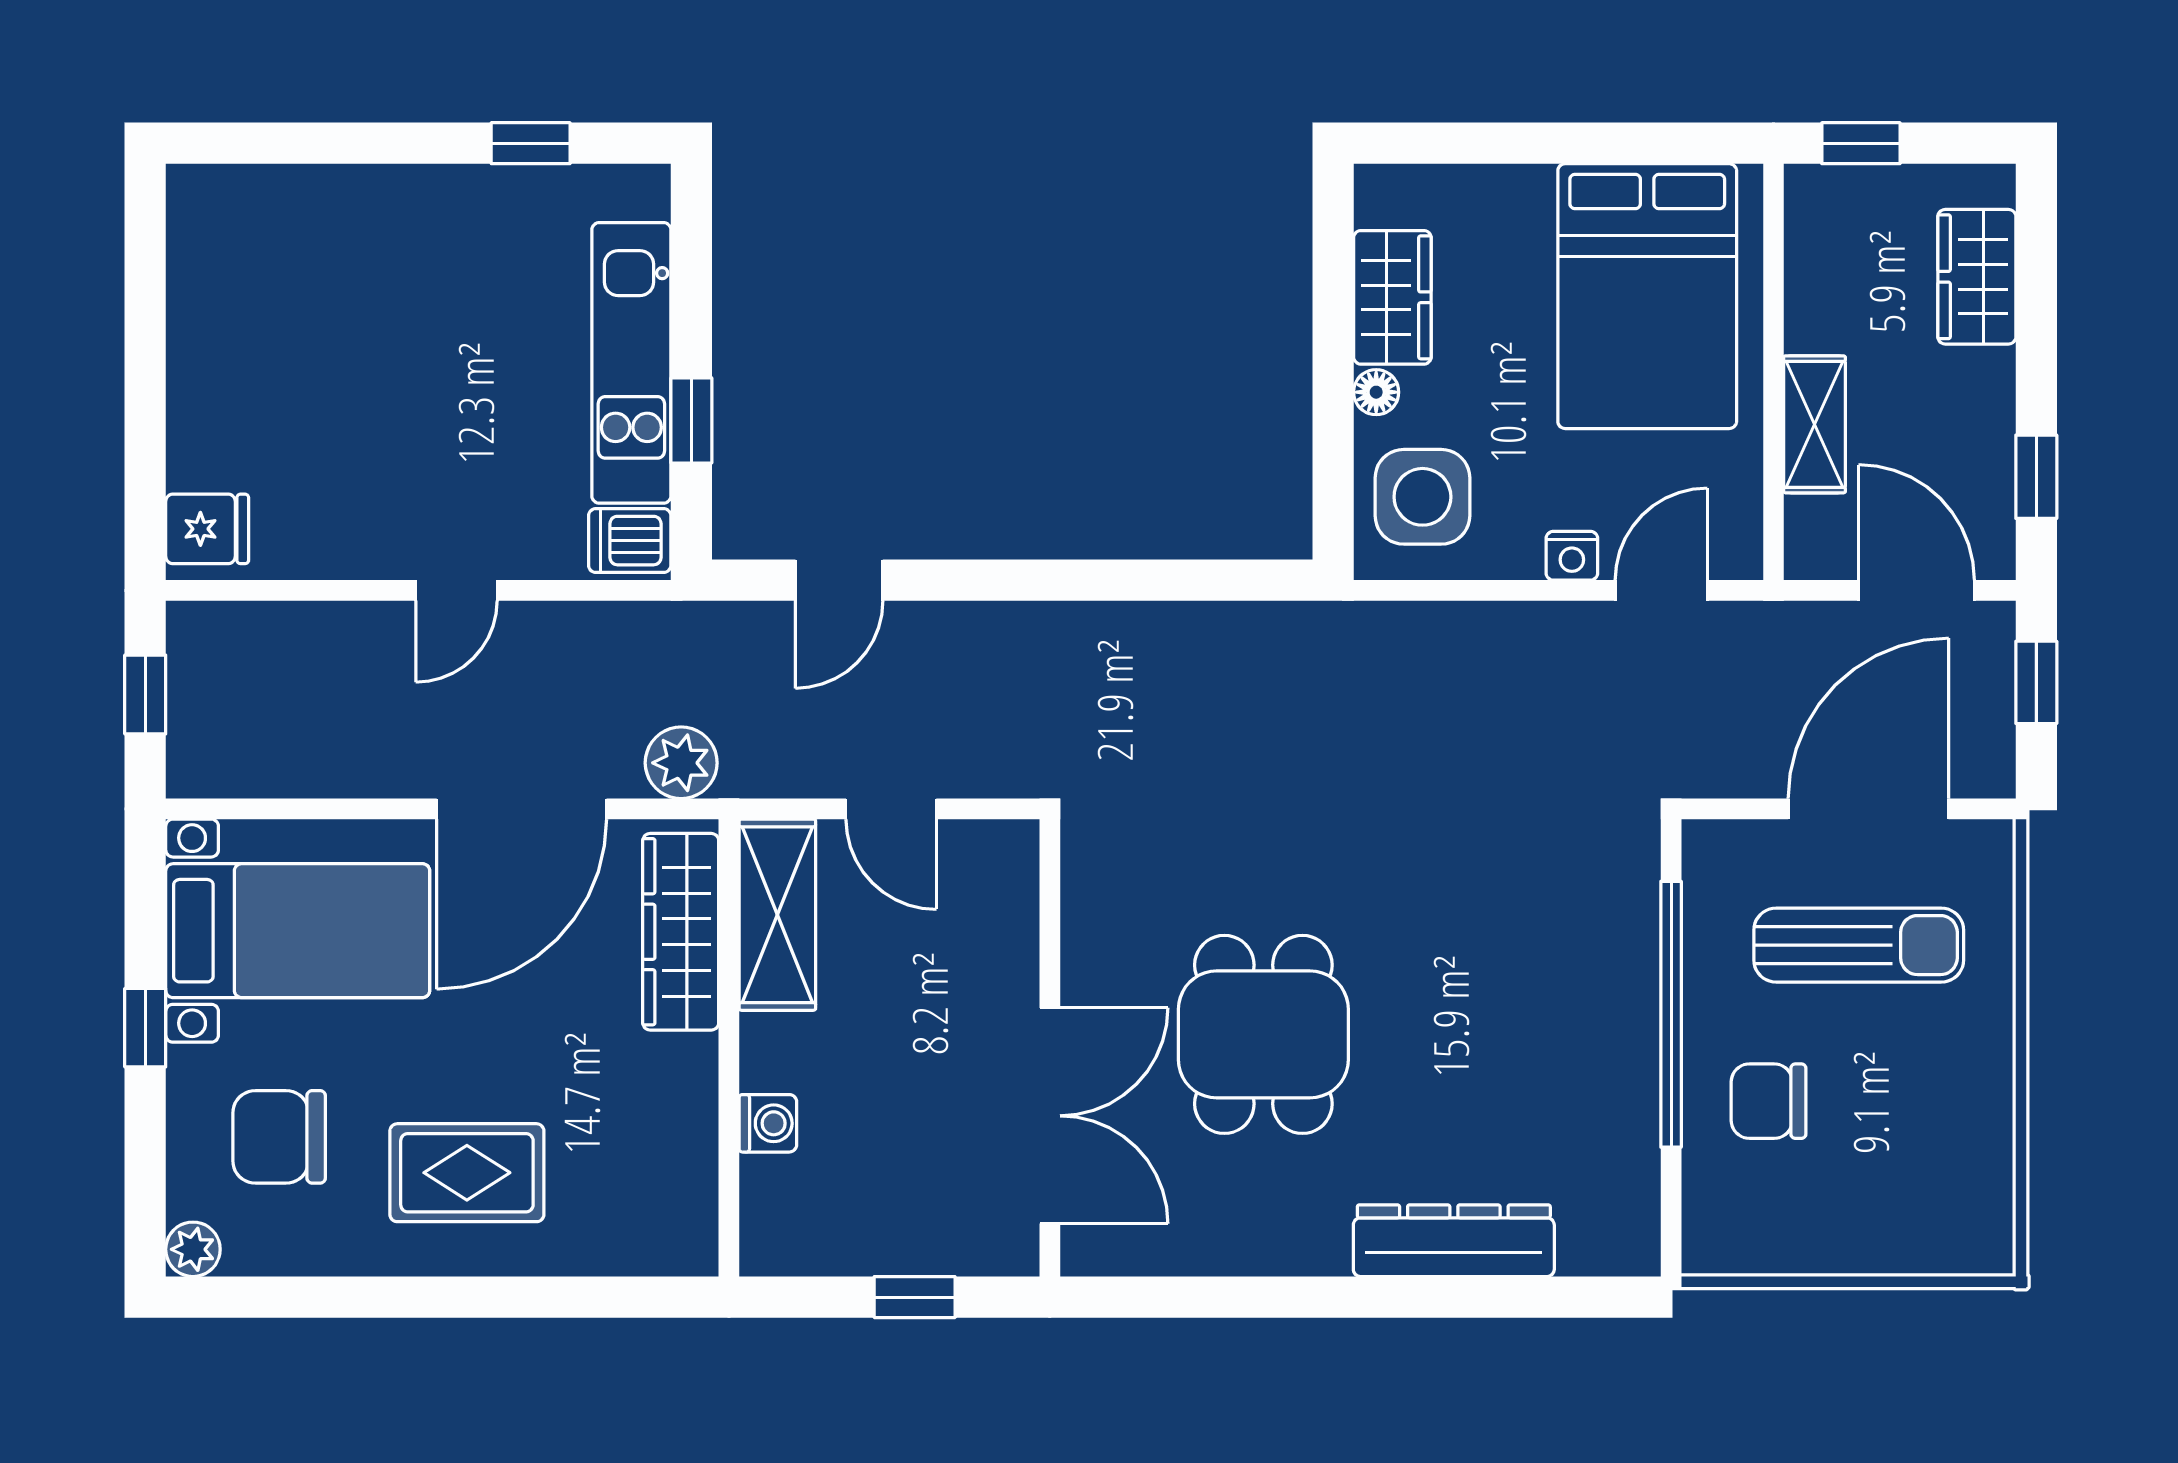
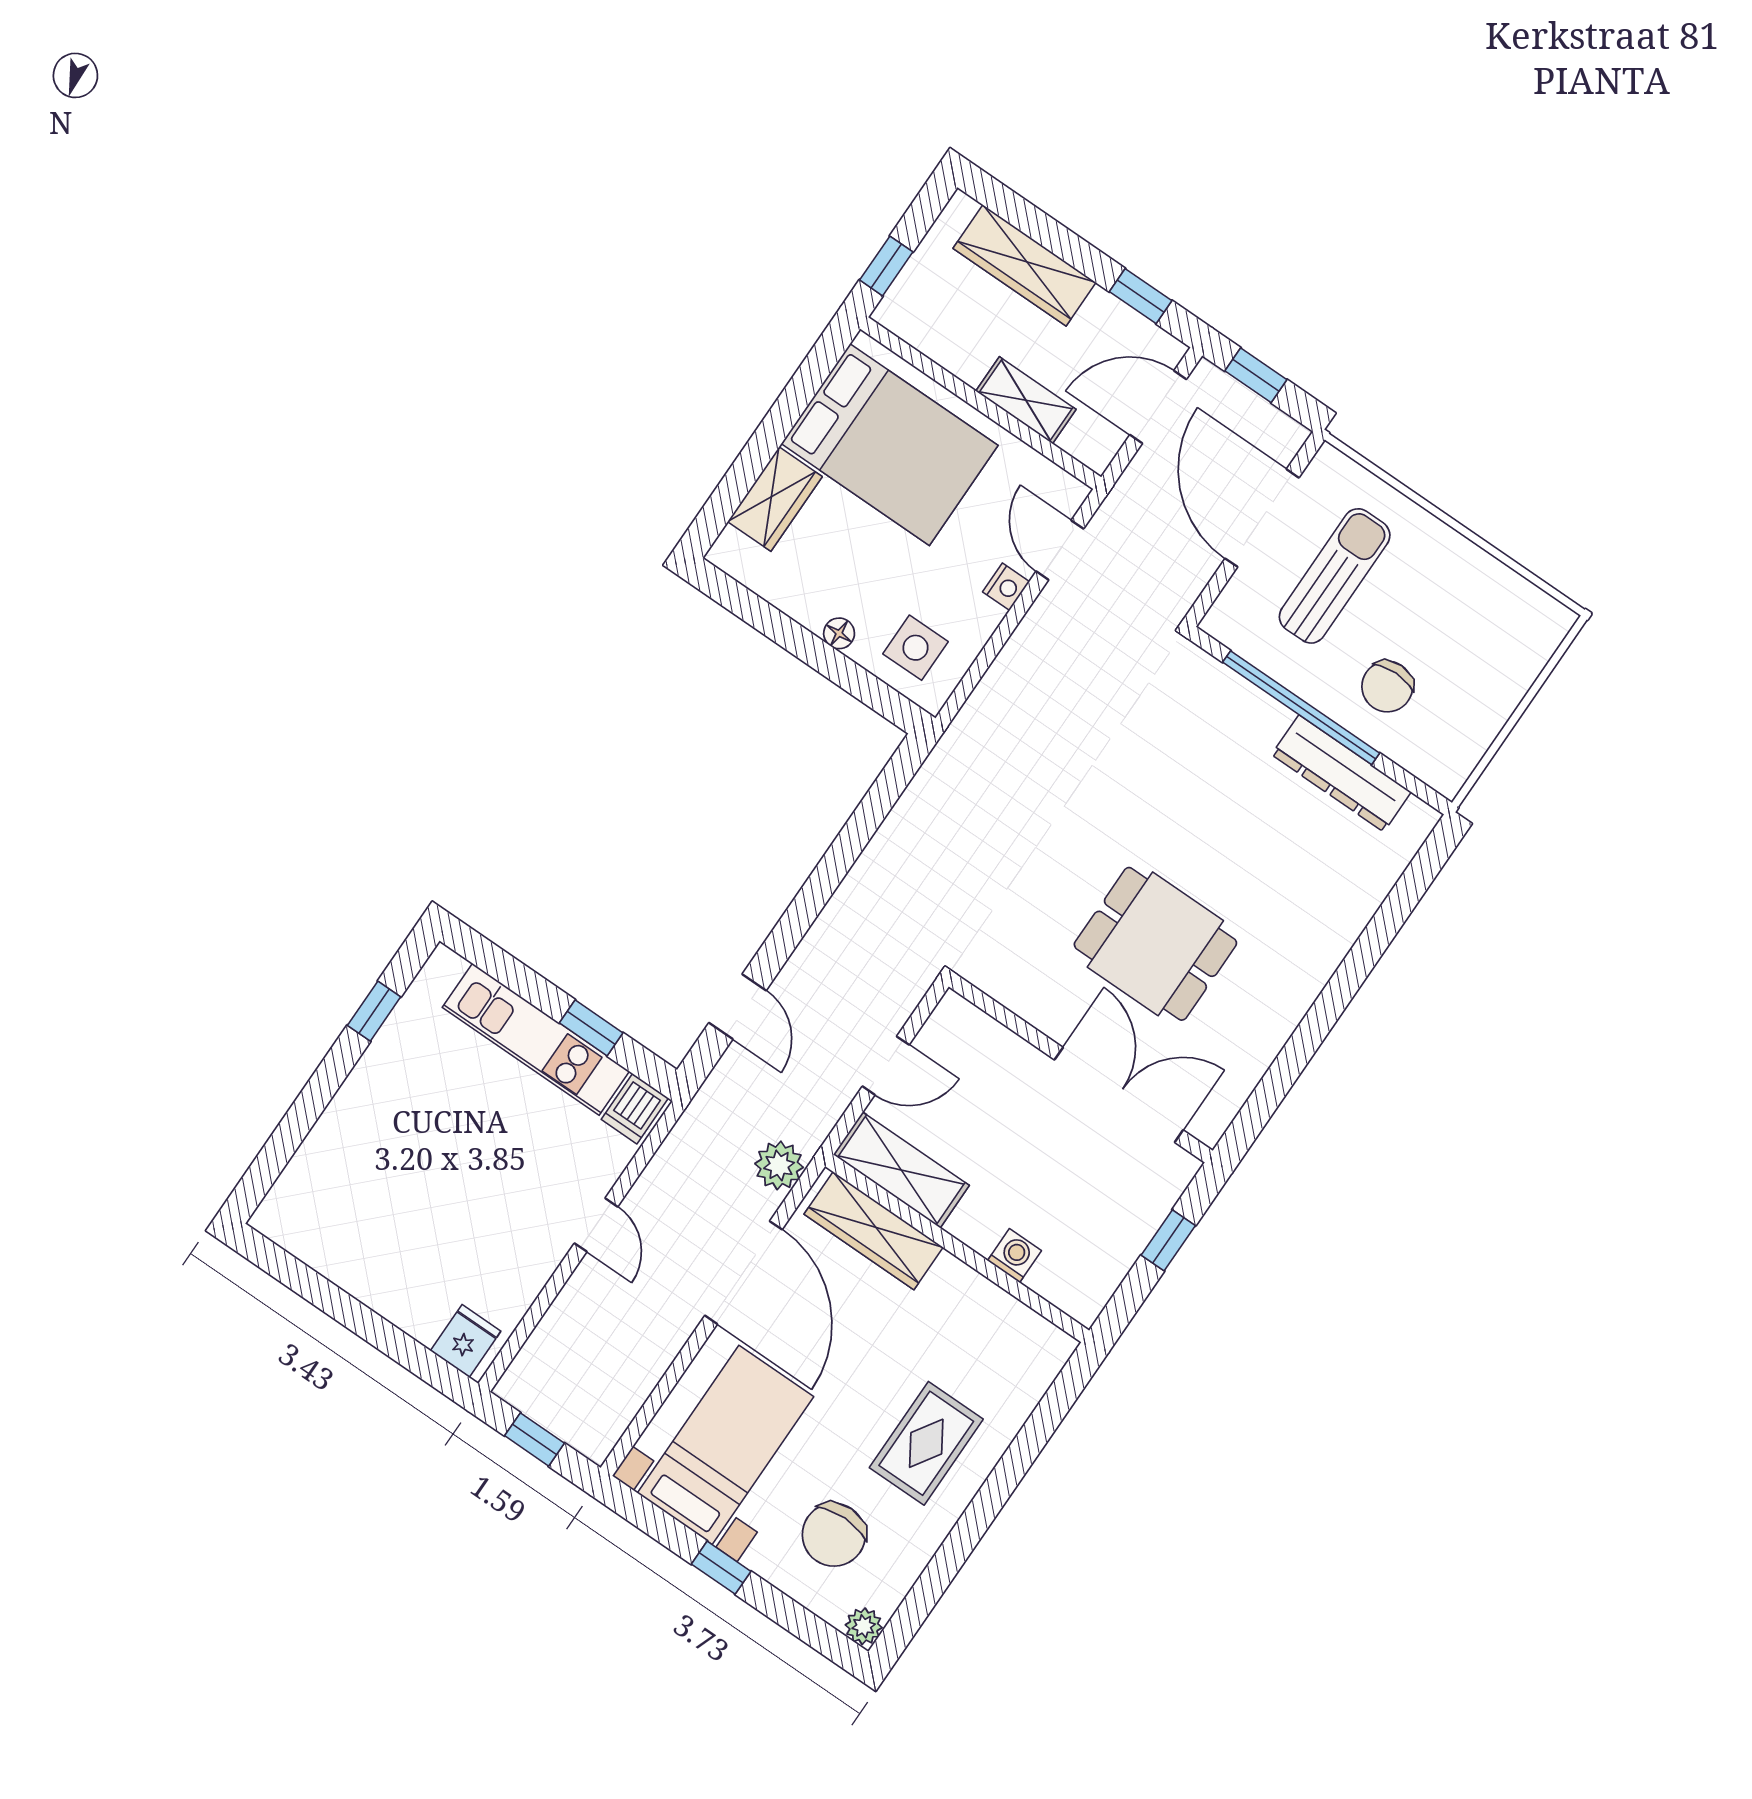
wardrobe: (1977, 277) -> (1025, 265), width x1.50
wardrobe: (1392, 297) -> (775, 499), moved, turned 90
side table: (1422, 497) -> (916, 648), width x0.73, depth x0.73
dresser: (1454, 1241) -> (1341, 773), moved, turned -90

